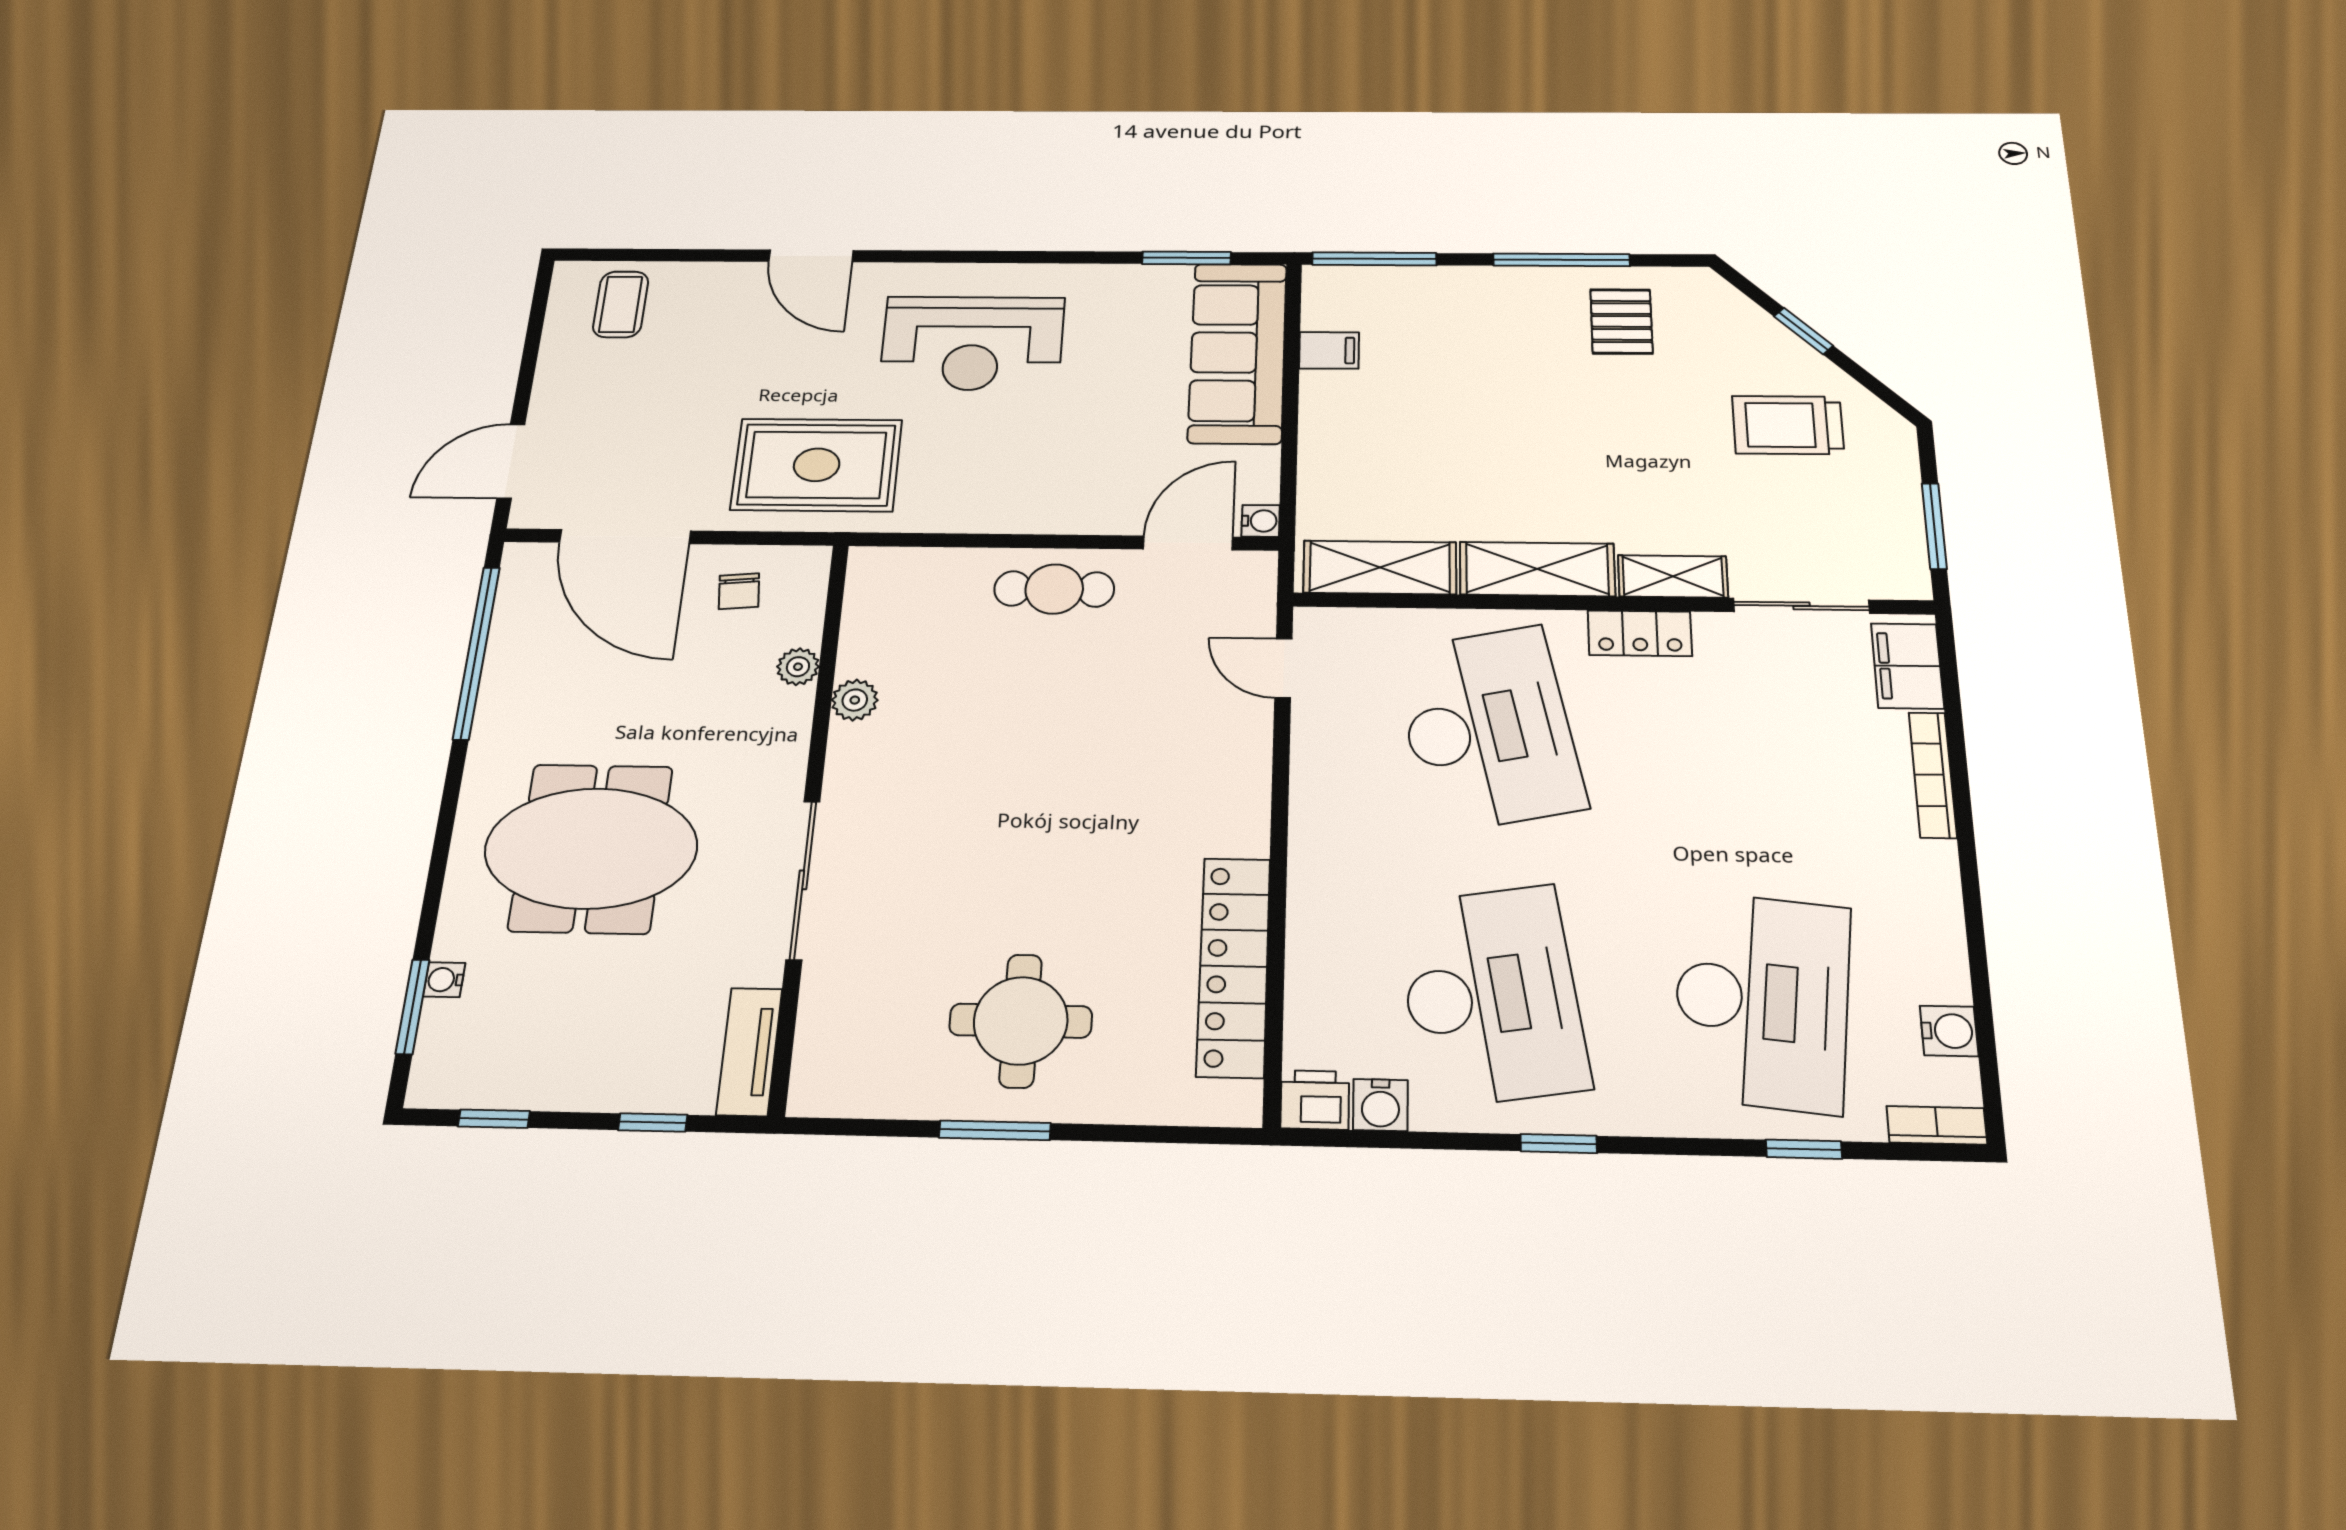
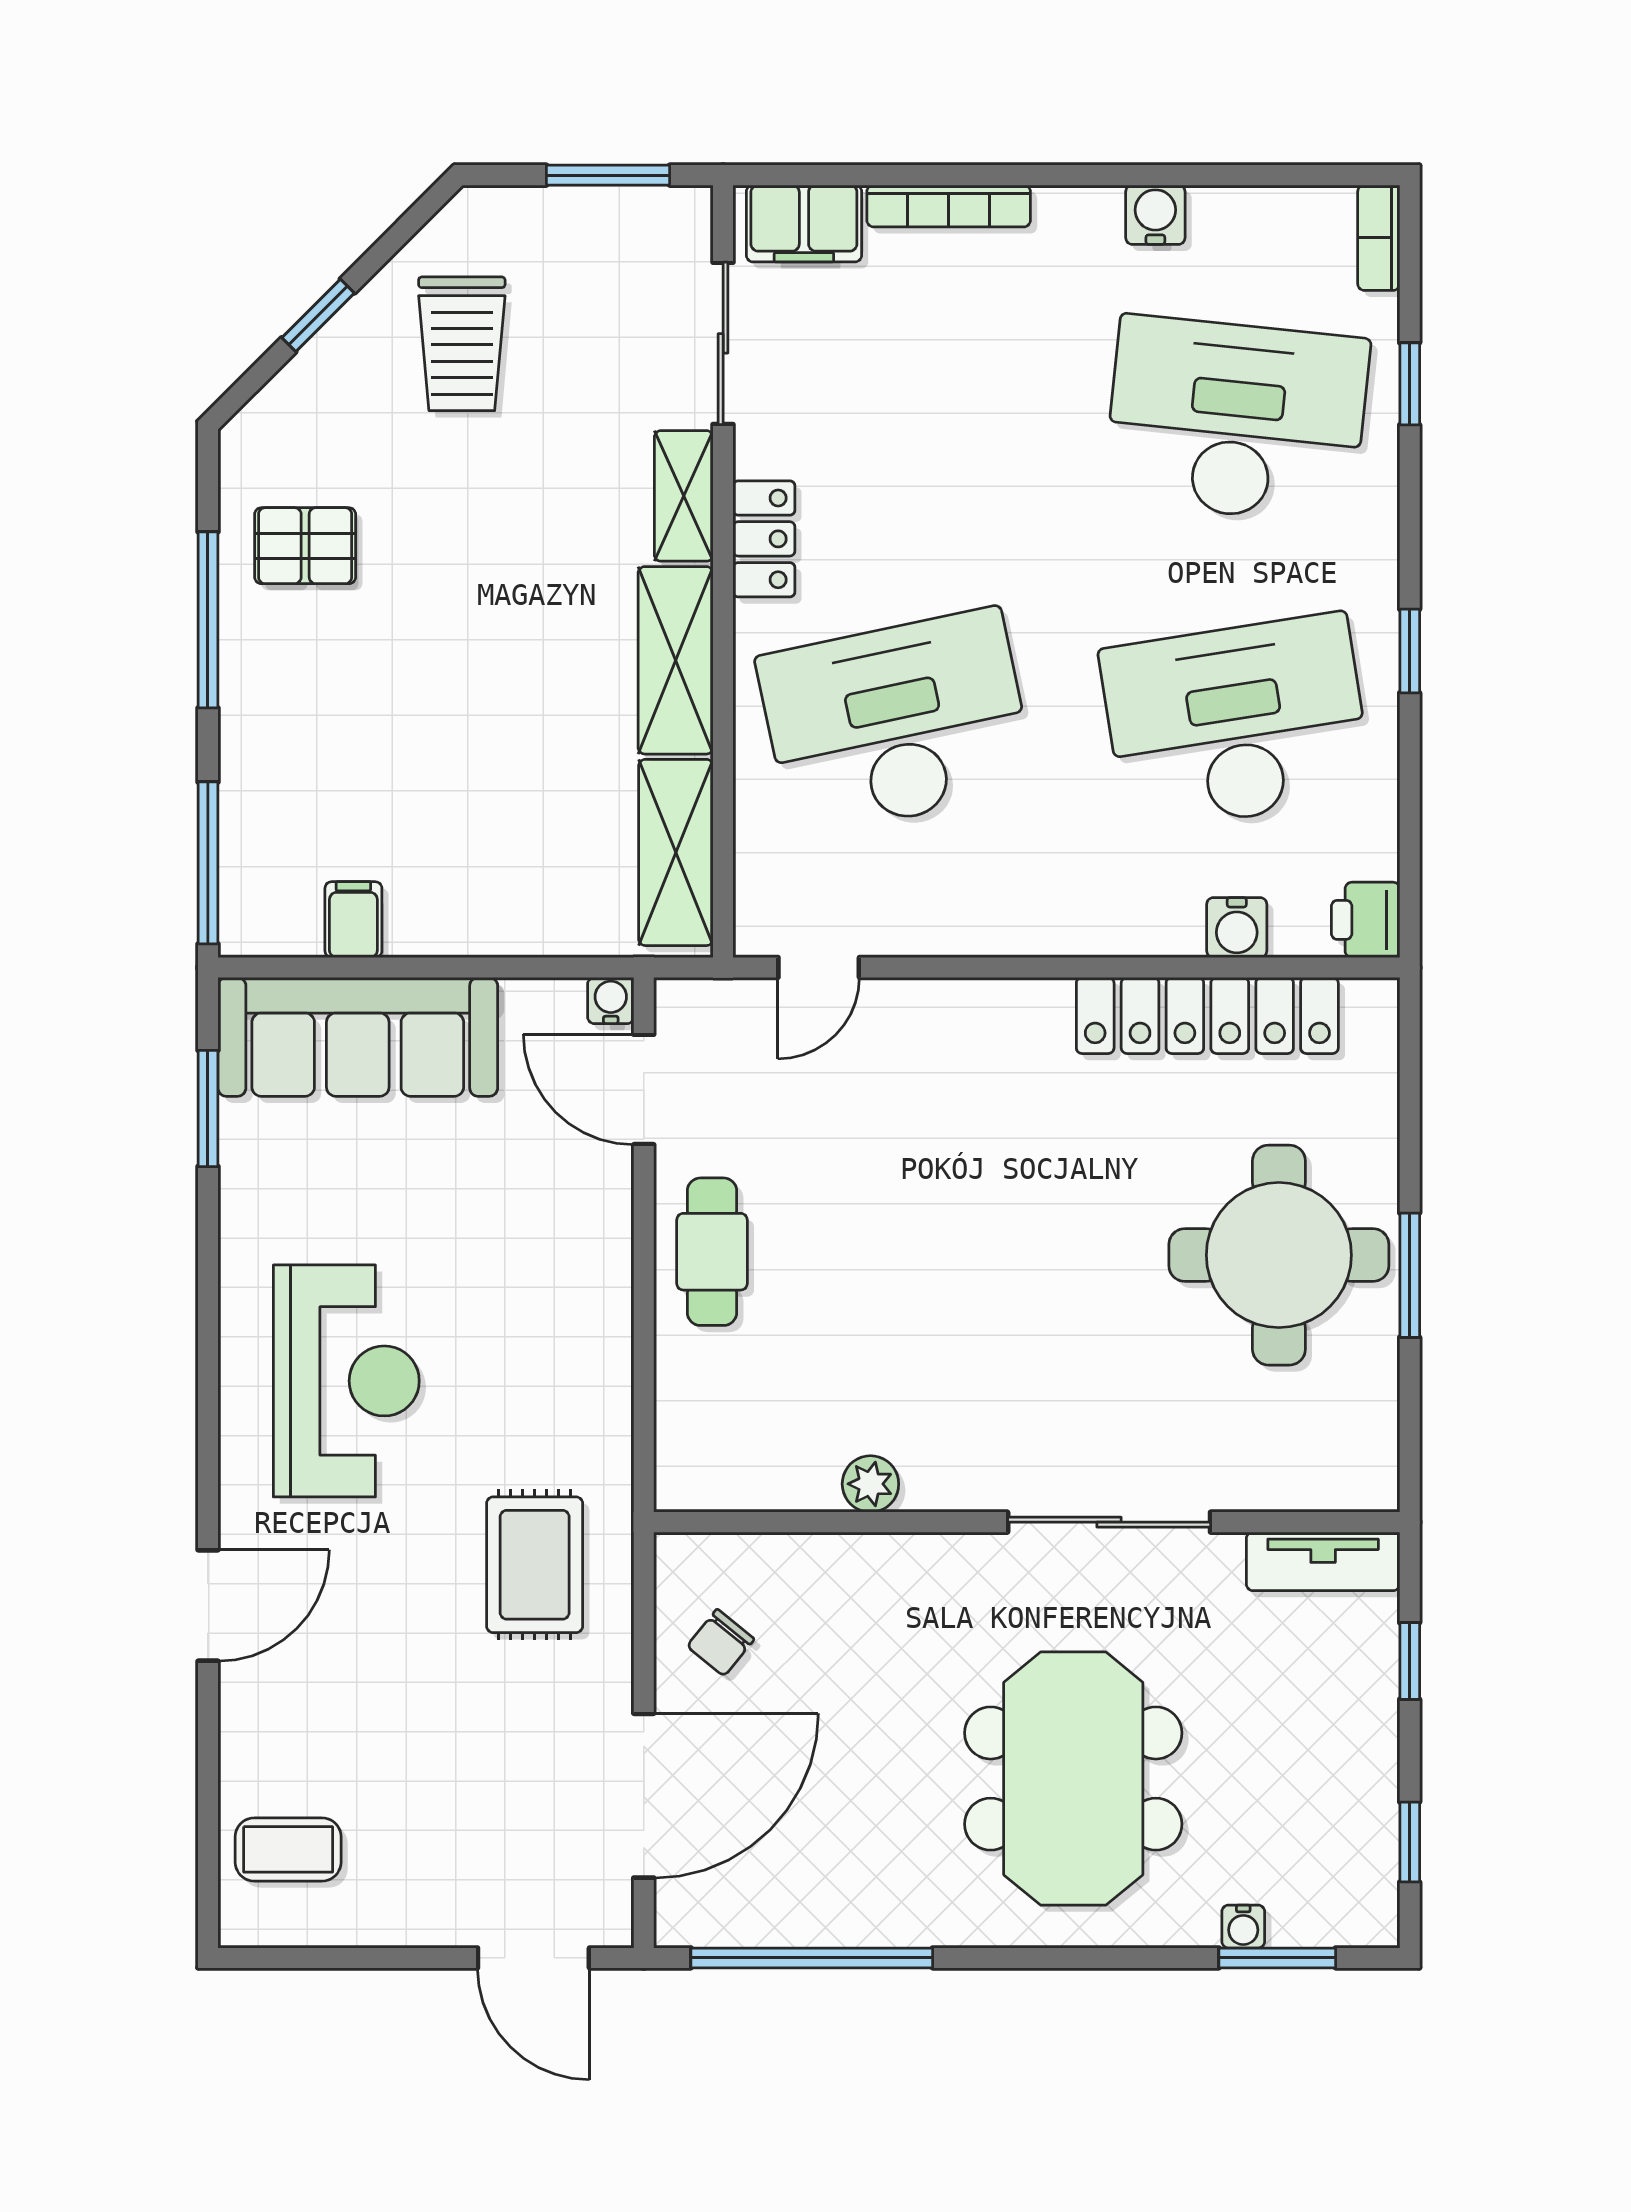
rug: (817, 465) -> (535, 1565), width x0.73, depth x0.70
chair: (739, 591) -> (721, 1643), turned 134
plant: (798, 667) -> (826, 1558), removed
round table: (1021, 1021) -> (1279, 1255), width x1.36, depth x1.36
water cooler: (1949, 1031) -> (1155, 215), moved
water cooler: (1380, 1105) -> (1237, 928), moved, turned 90

